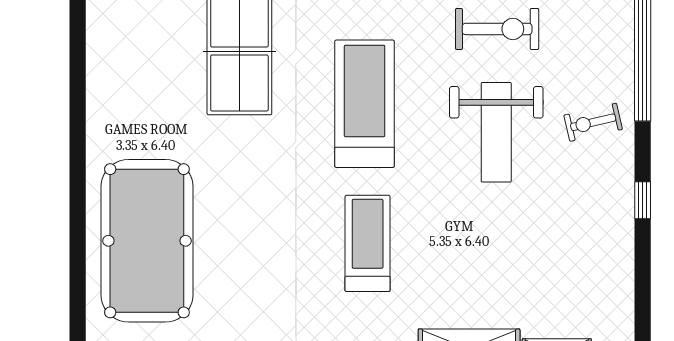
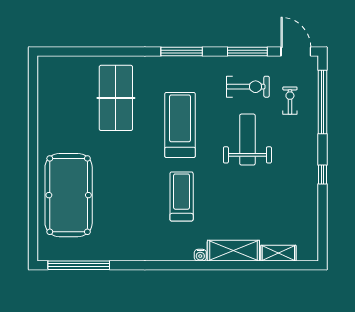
exercise bike: (593, 122) -> (290, 101), moved, turned 103
weight bench: (496, 132) -> (247, 140), turned 180

